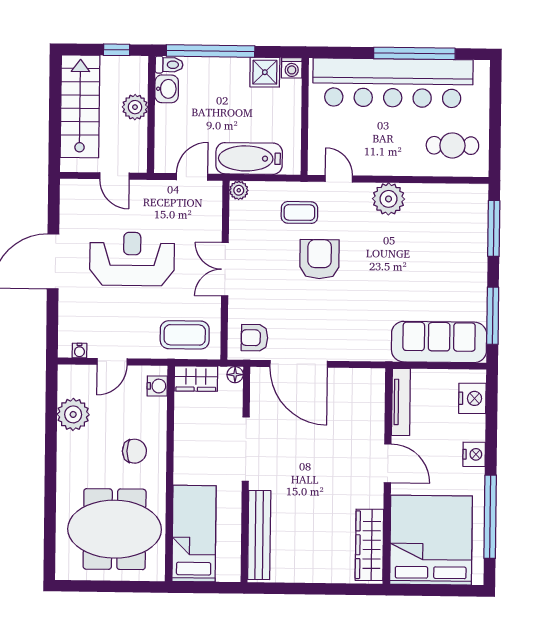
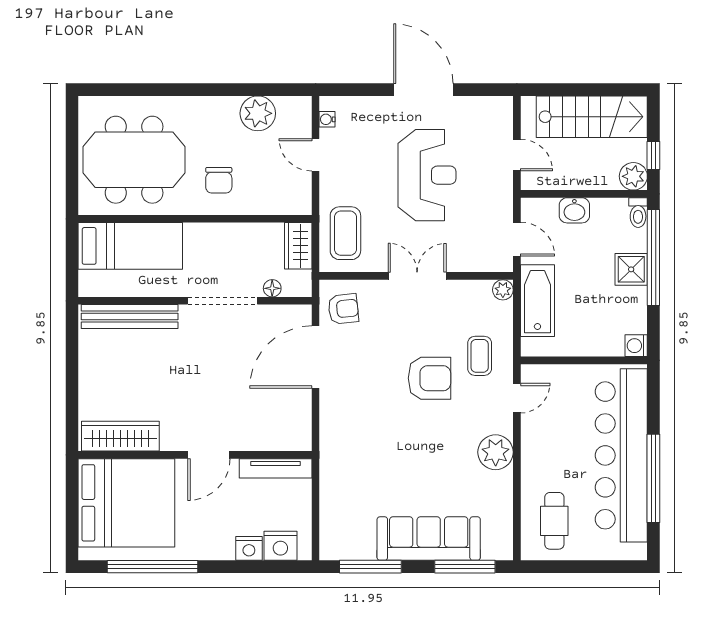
shower: (265, 72) -> (631, 269), moved
washbasin: (167, 89) -> (574, 210), moved
plant: (135, 107) -> (633, 176), moved
door: (114, 176) -> (517, 155), swing flipped
armchair: (255, 338) -> (343, 309), turned 84
sofa: (439, 342) -> (429, 539), moved, turned -90
floor lamp: (235, 375) -> (272, 288), moved
water cooler: (157, 386) -> (290, 204), removed
nightstand: (474, 454) -> (249, 548), moved
meeting table: (115, 529) -> (134, 160), turned 90

